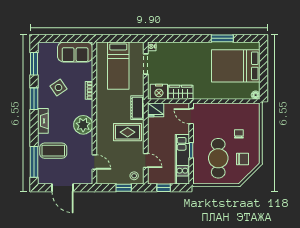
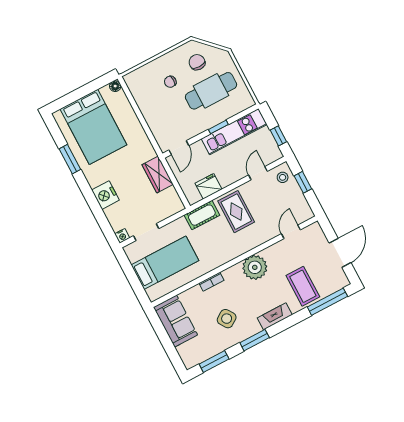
nightstand: (159, 92) -> (105, 195), moved, turned 180
fridge: (156, 110) -> (208, 186), moved, turned -90

